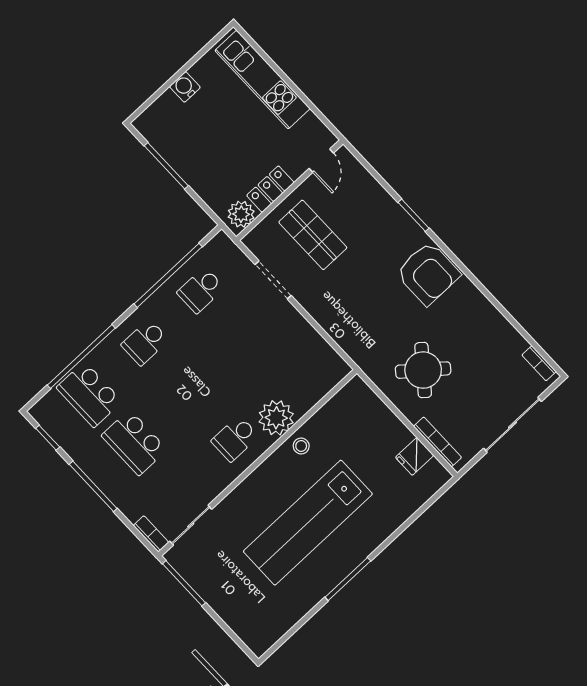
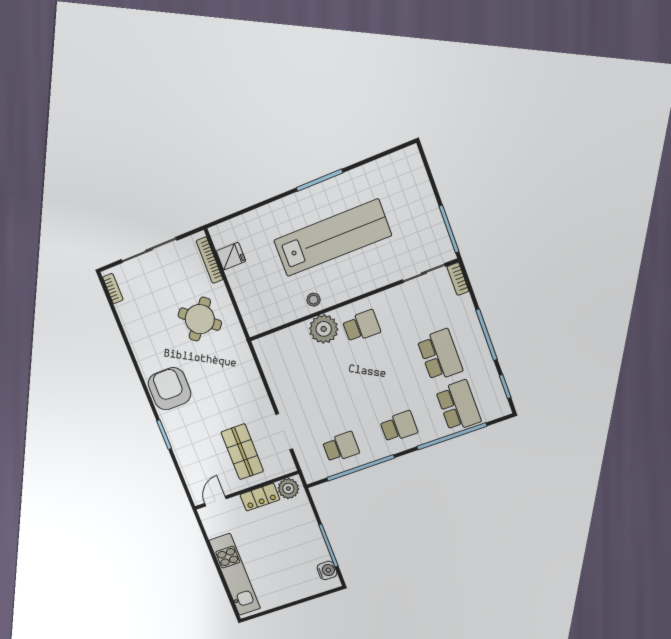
water cooler: (185, 87) -> (327, 570), moved, turned -90

